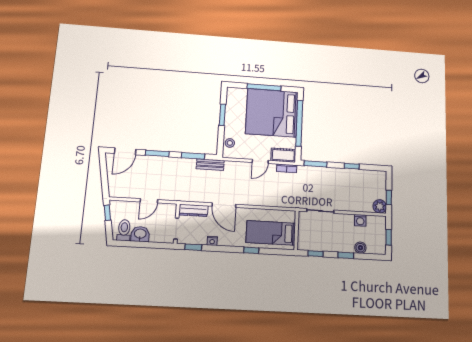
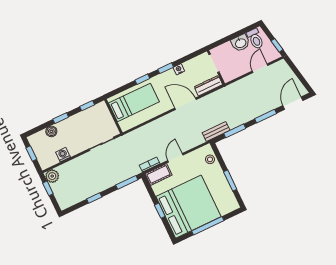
window: (299, 123) -> (160, 211), width x0.32
door: (149, 201) -> (260, 68), moved
window: (193, 247) -> (166, 68), moved

